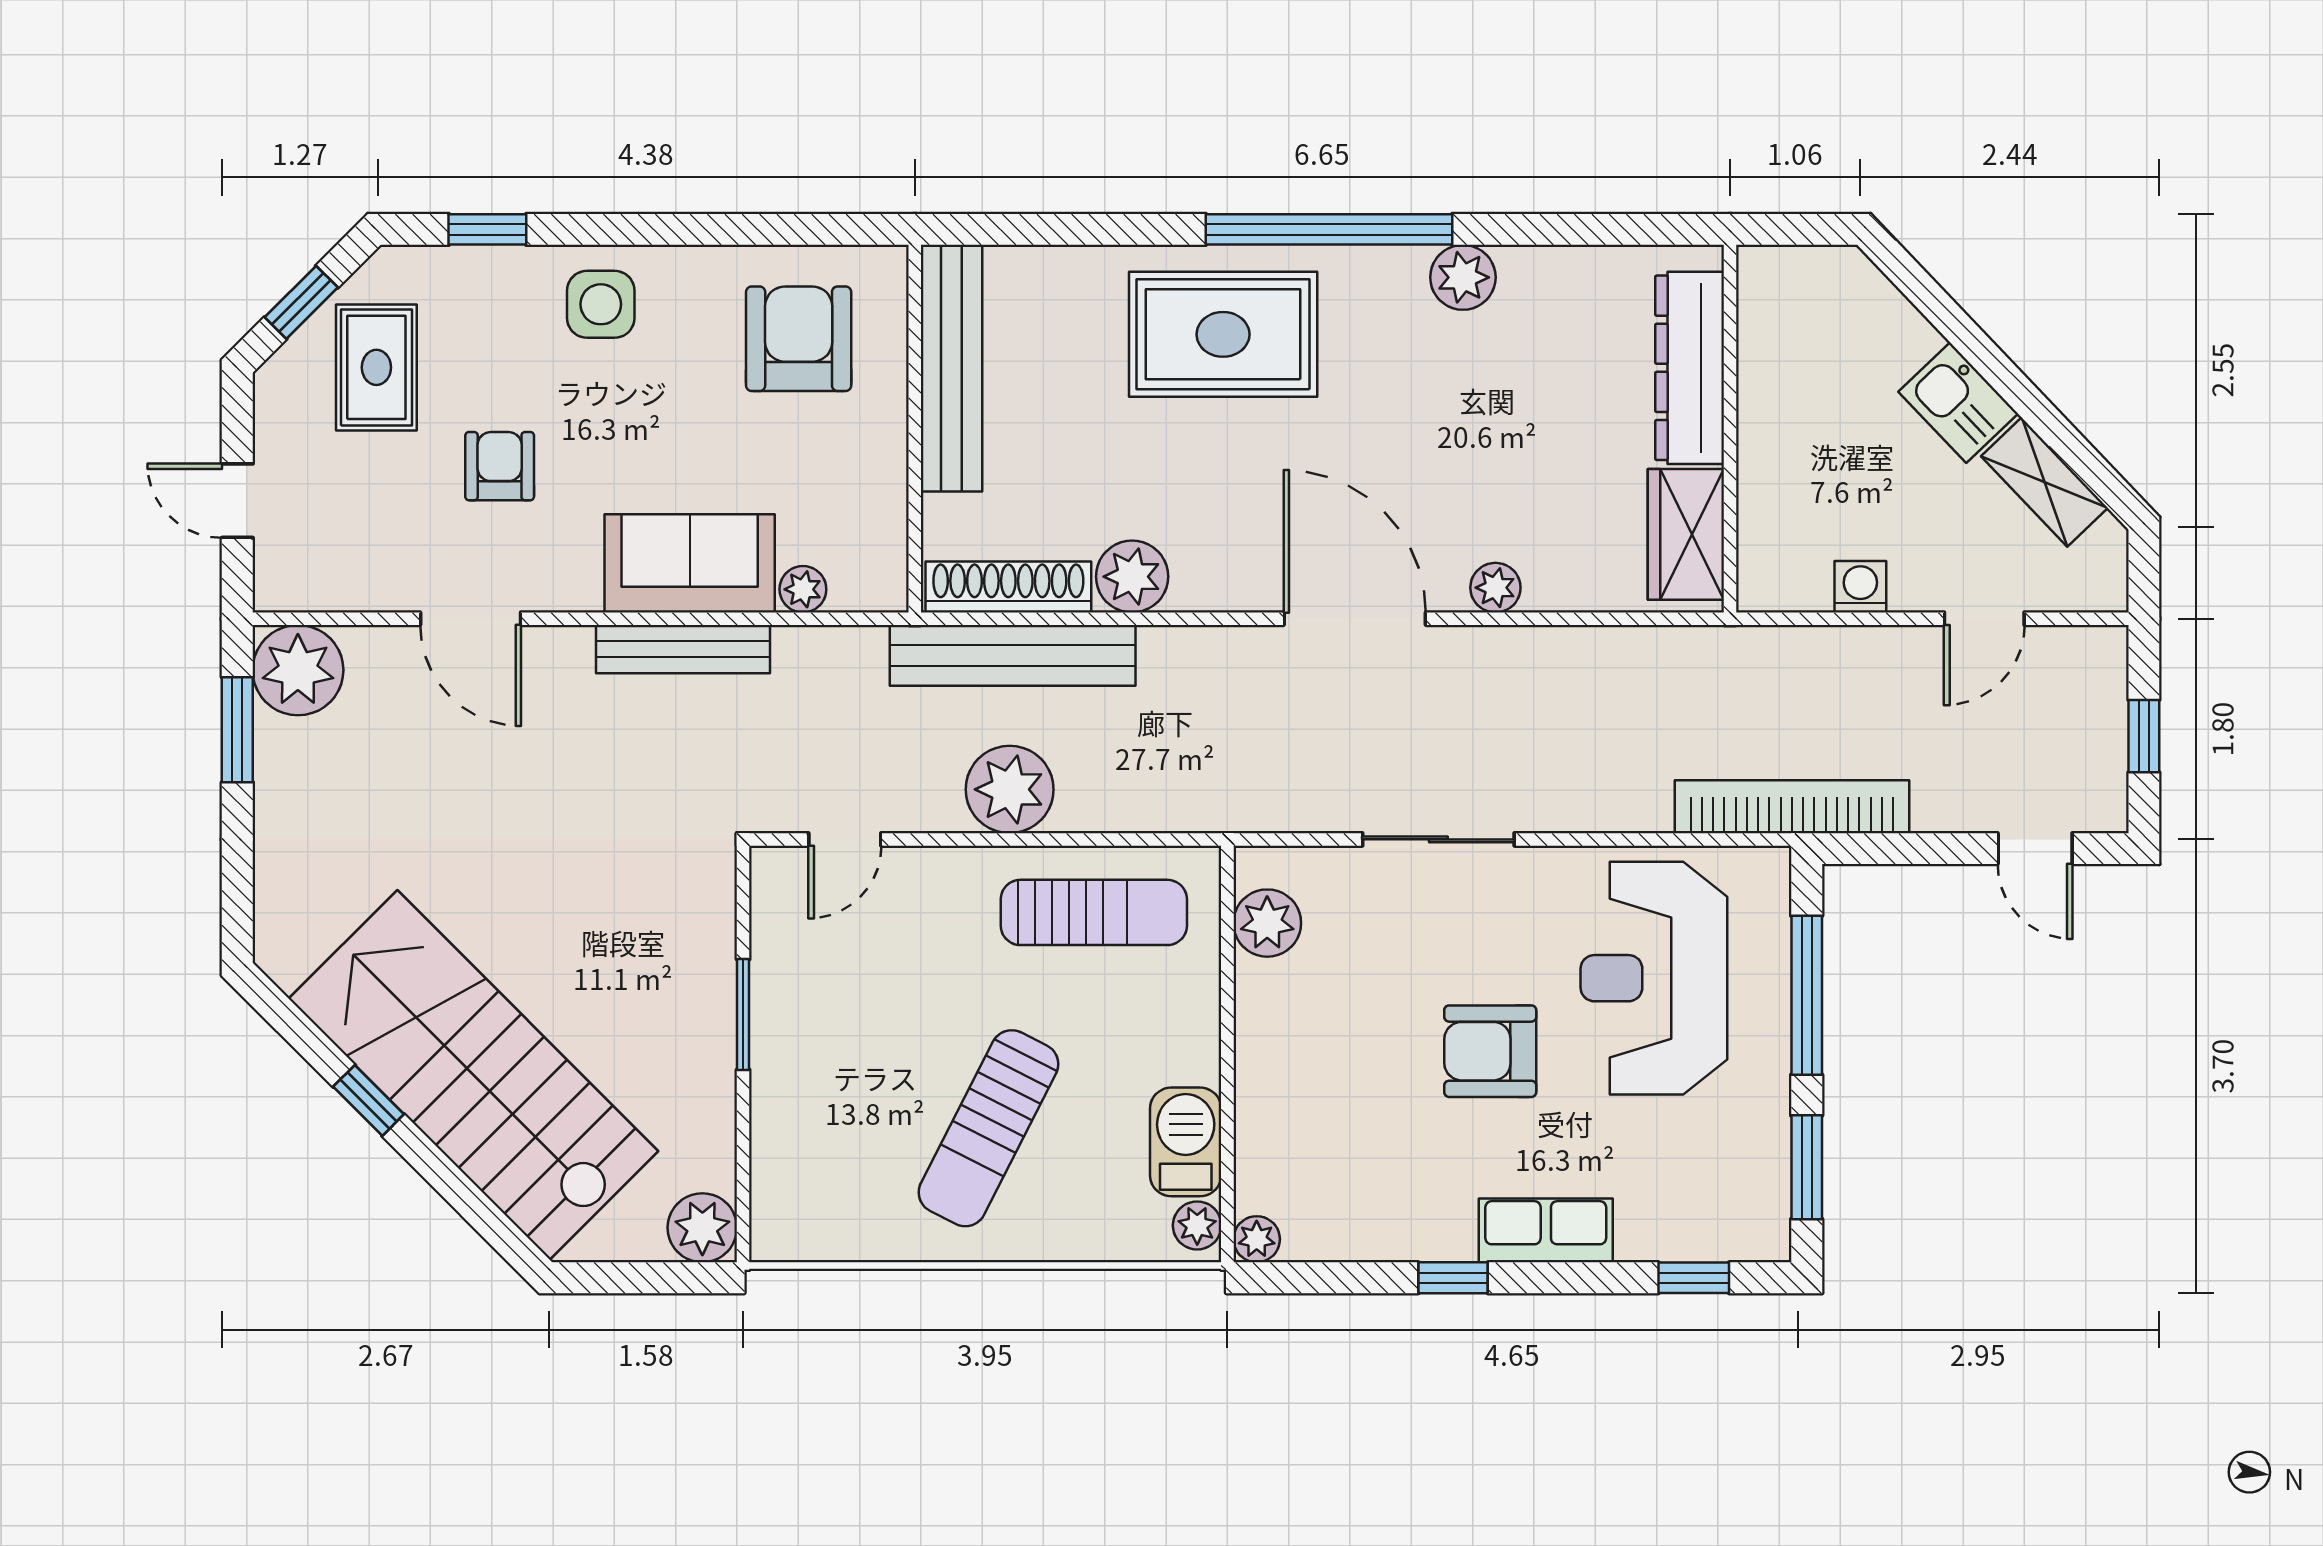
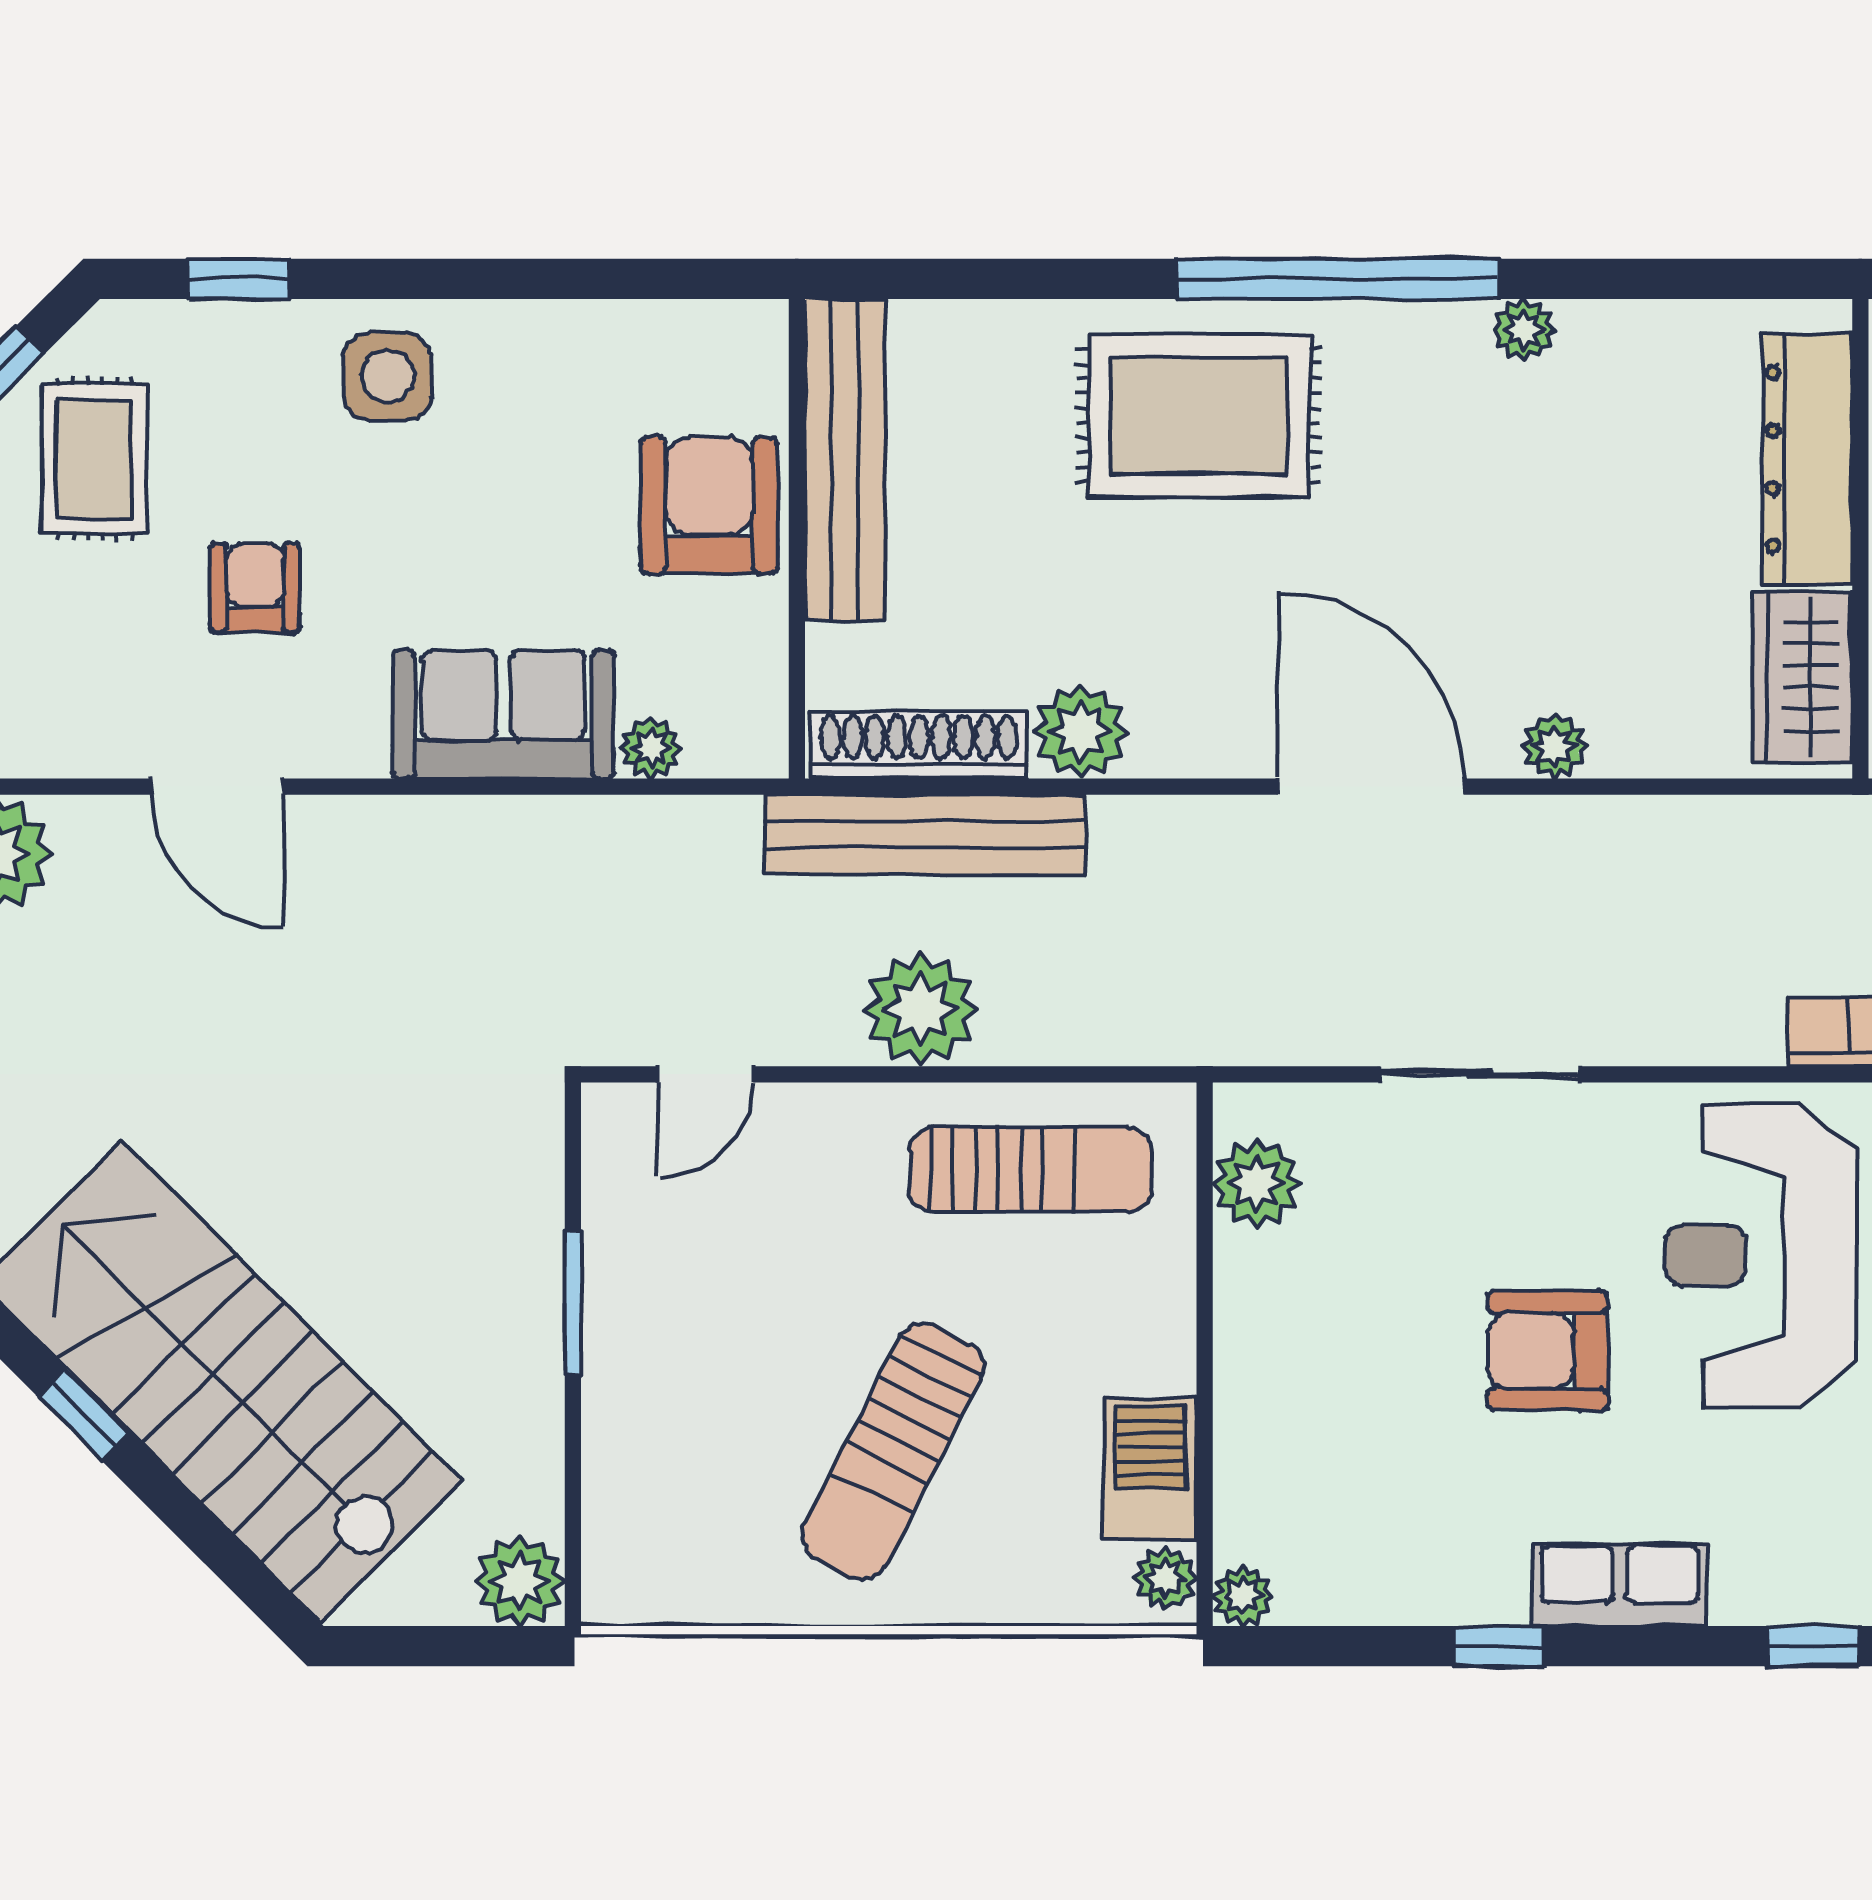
plant: (1463, 277) -> (1524, 330), width x0.73, depth x0.73
armchair: (799, 339) -> (709, 505), moved
bench: (683, 649) -> (494, 826), removed

